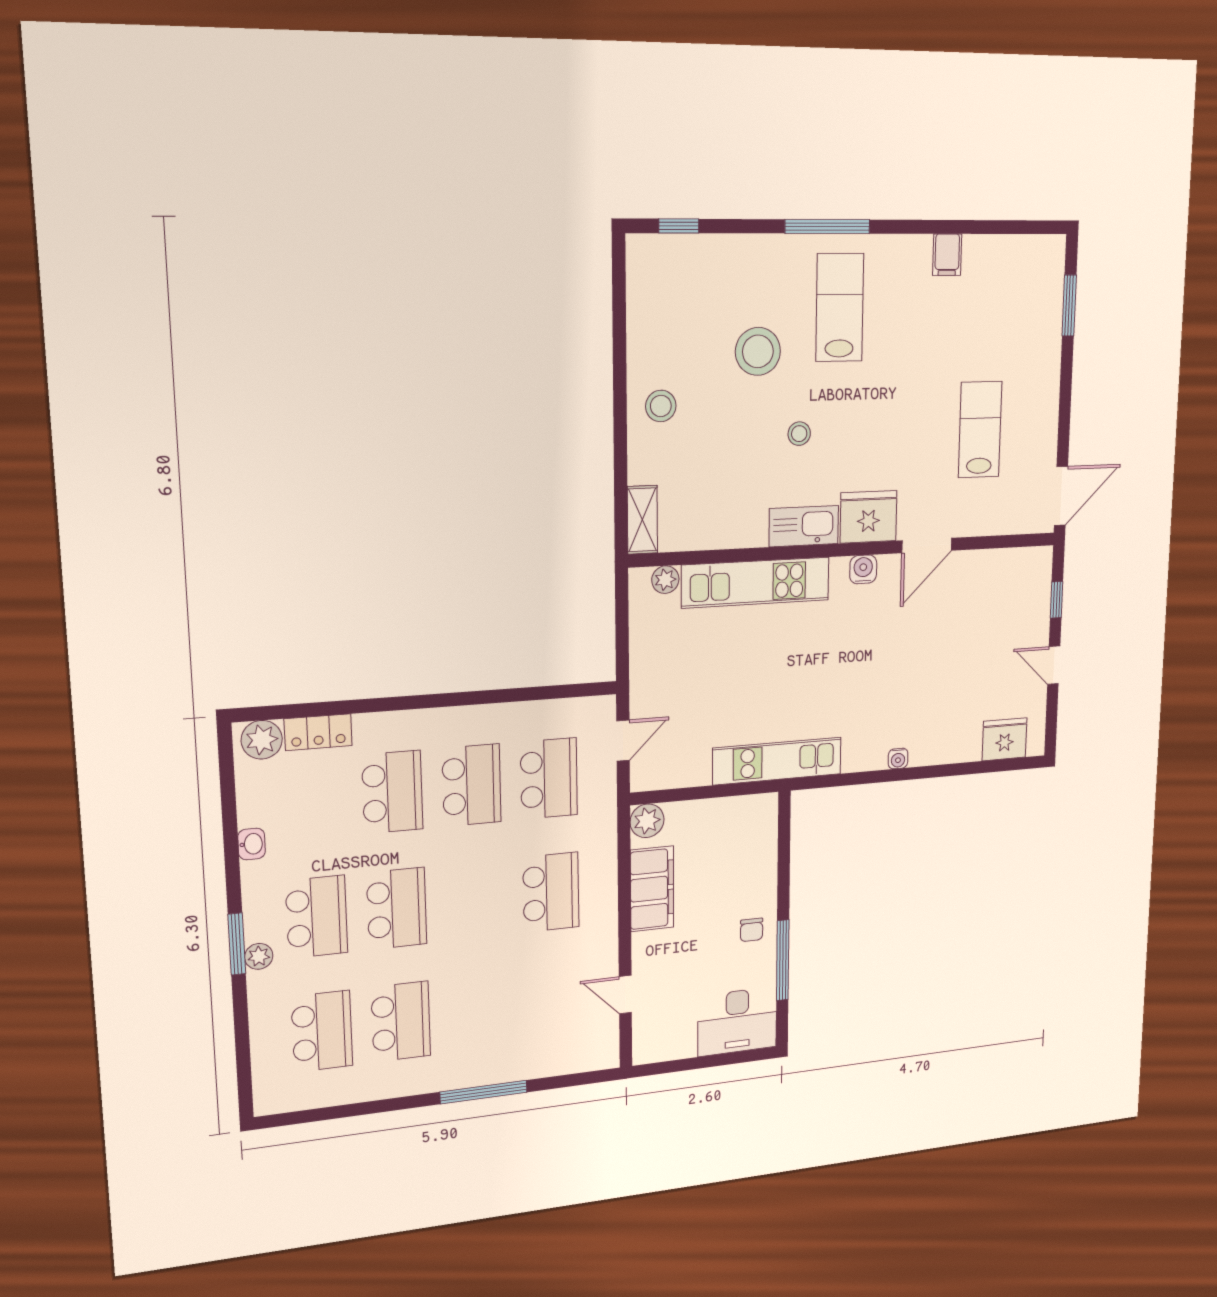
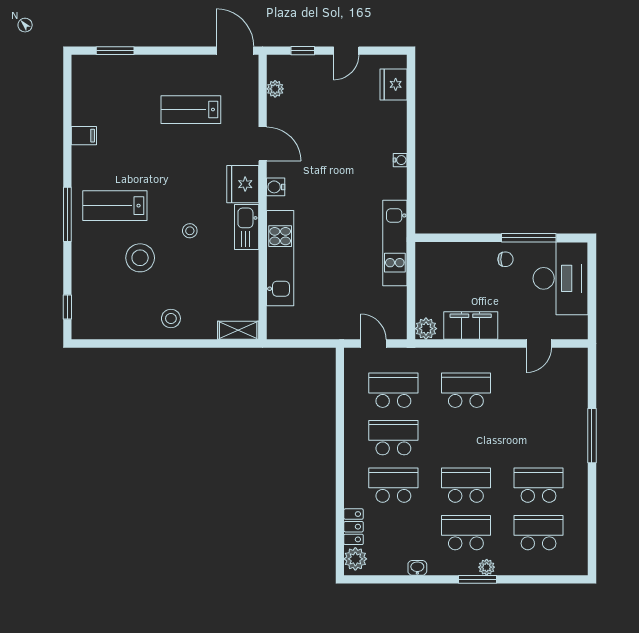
plant: (665, 580) -> (275, 89), moved
desk: (737, 1021) -> (561, 278), width x1.36, depth x1.30

